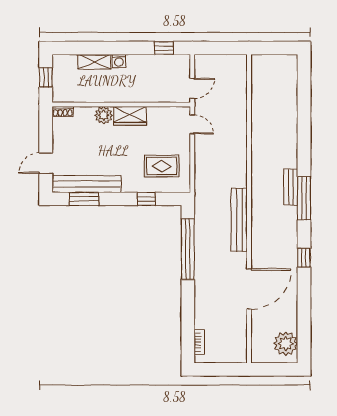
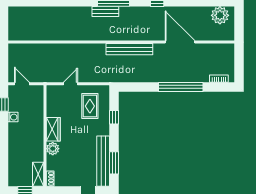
washing machine: (119, 61) -> (13, 117), moved
shelving: (95, 62) -> (38, 174), moved
door: (192, 88) -> (22, 84), moved
door: (192, 124) -> (70, 84), moved
window: (188, 249) -> (181, 87), moved

